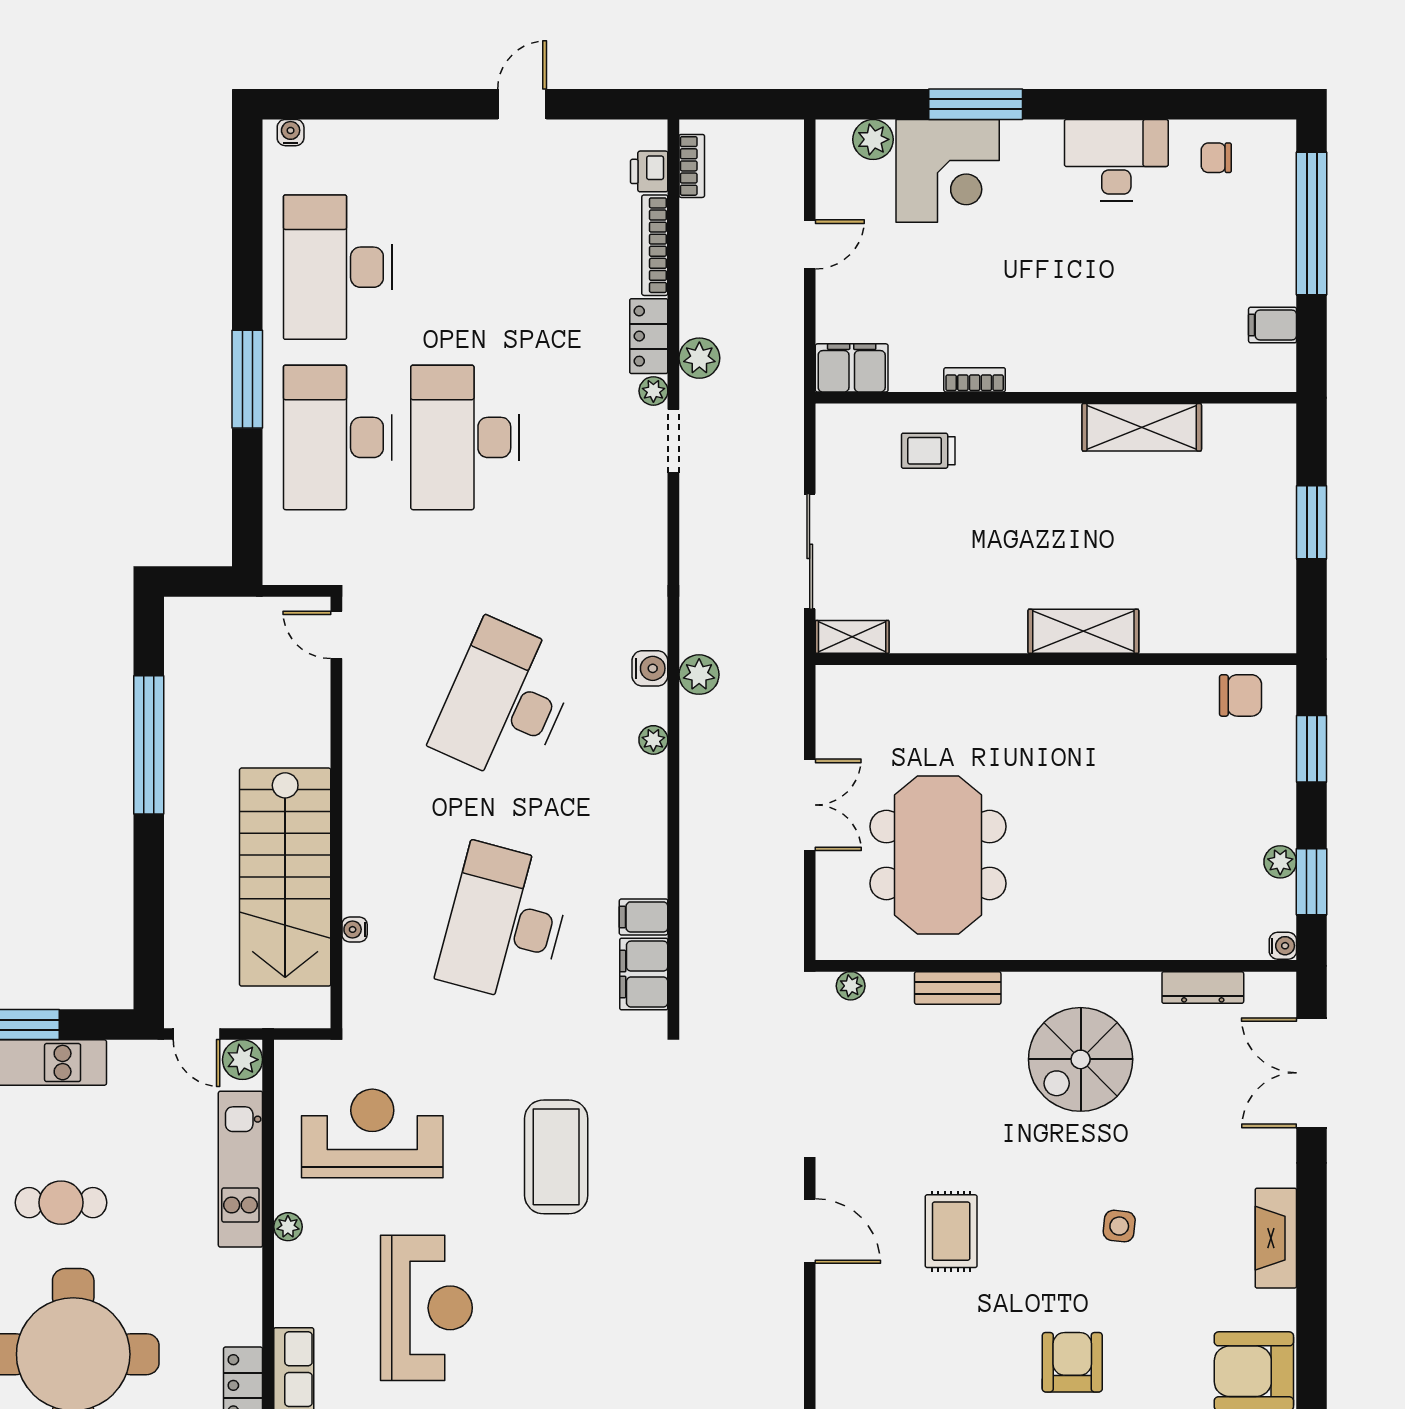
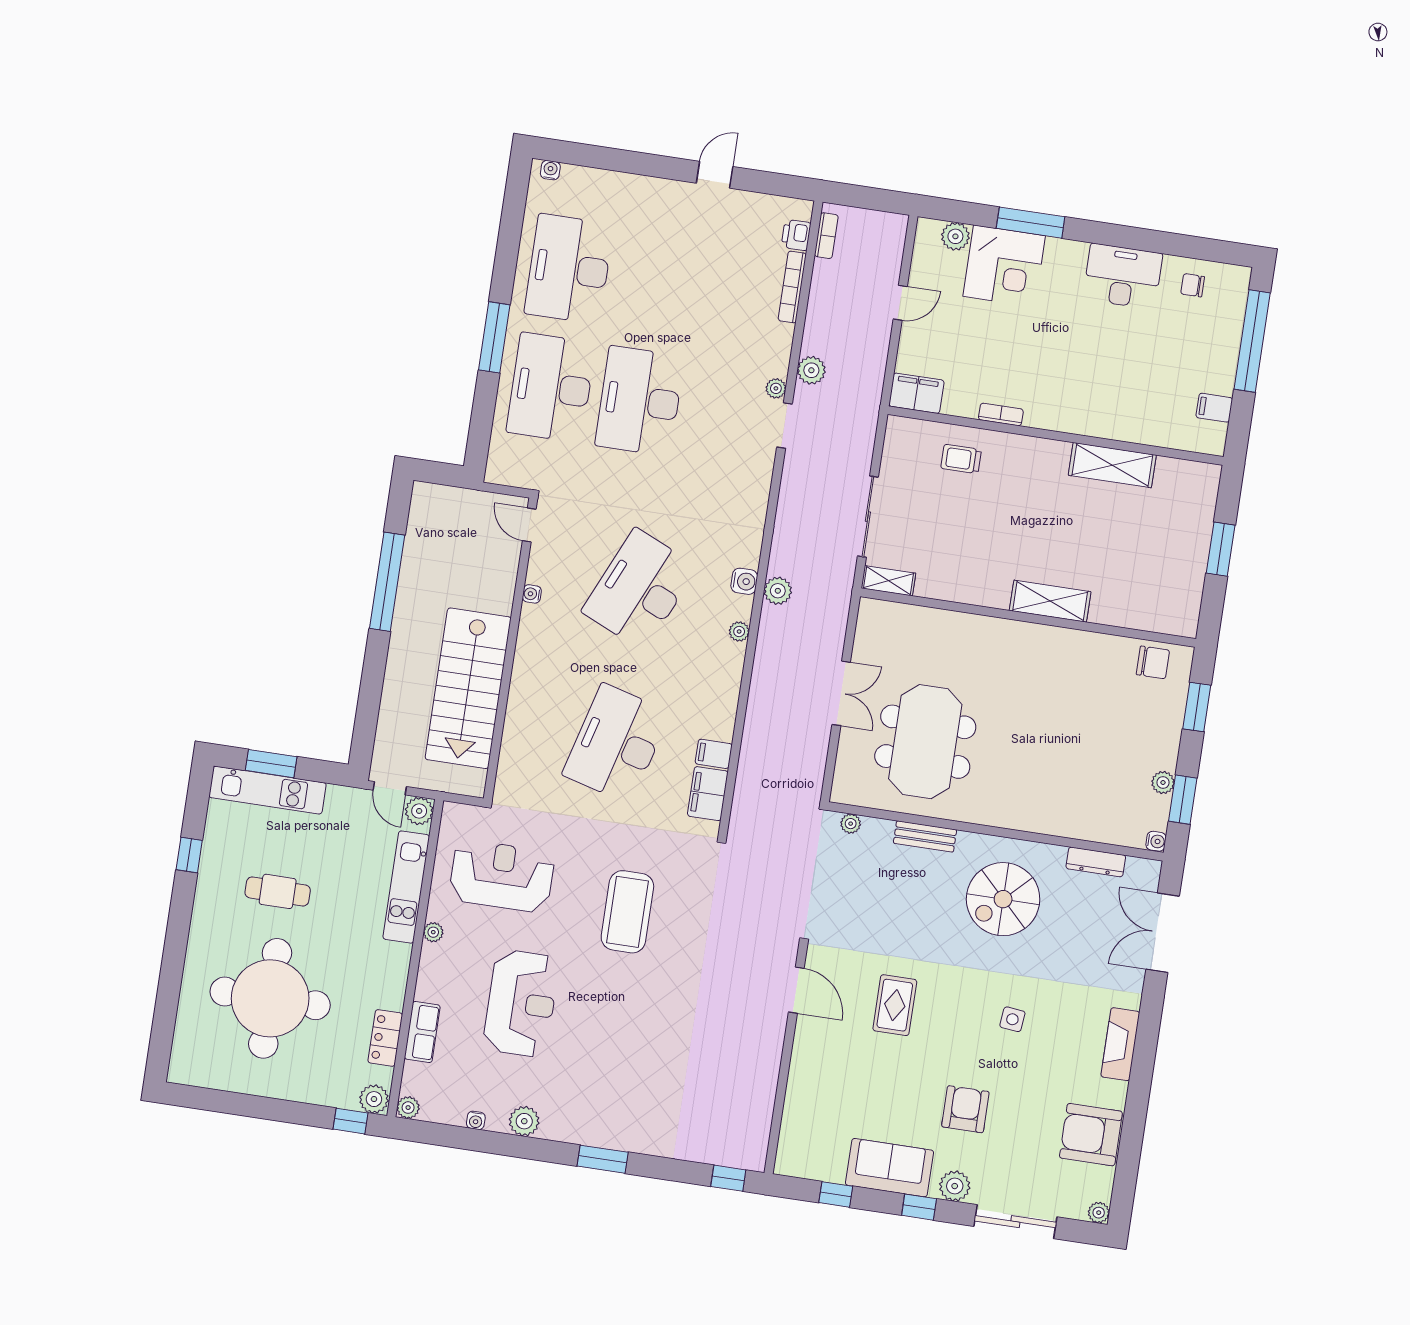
locker: (649, 336) -> (778, 350), removed
water cooler: (355, 929) -> (532, 594), moved

